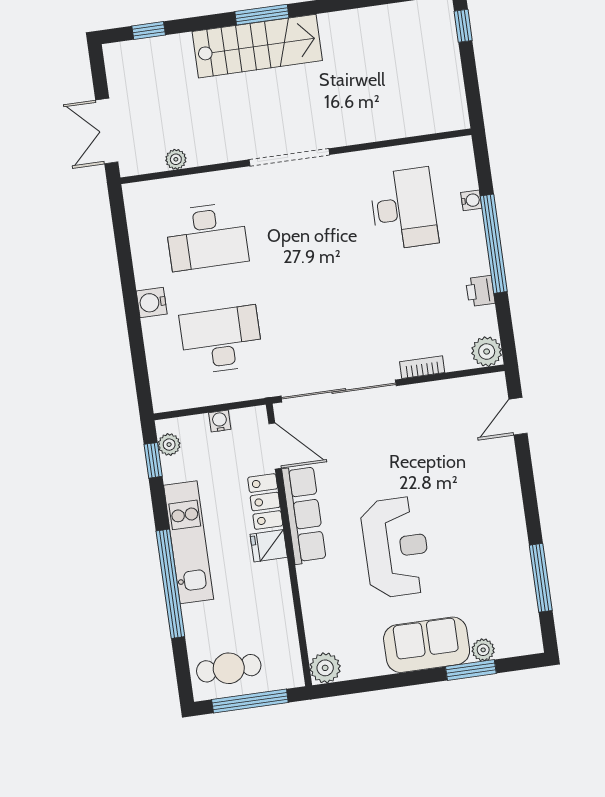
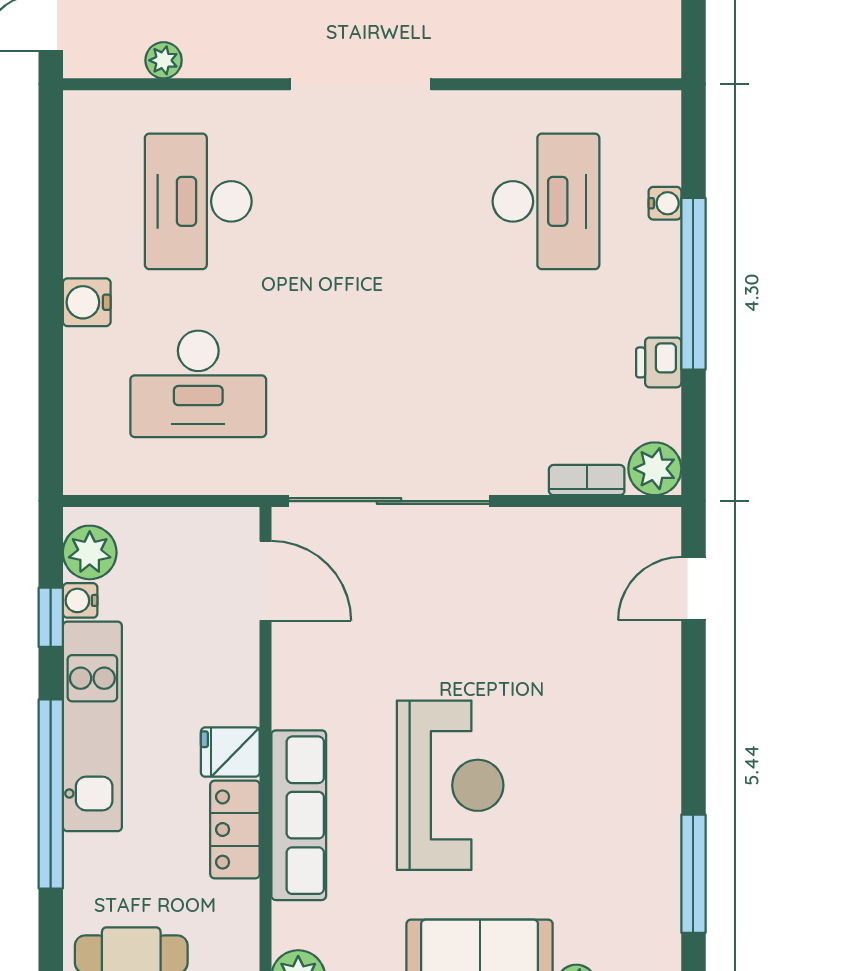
desk: (207, 236) -> (198, 201), turned 90
desk: (221, 340) -> (198, 384), turned 180
bookcase: (422, 367) -> (587, 480), moved
water cooler: (220, 421) -> (80, 600), moved, turned -90
plant: (169, 445) -> (90, 552), width x1.38, depth x1.38
window: (153, 460) -> (51, 617), moved
locker: (265, 502) -> (235, 830), moved
row of seats: (304, 515) -> (299, 815), moved

